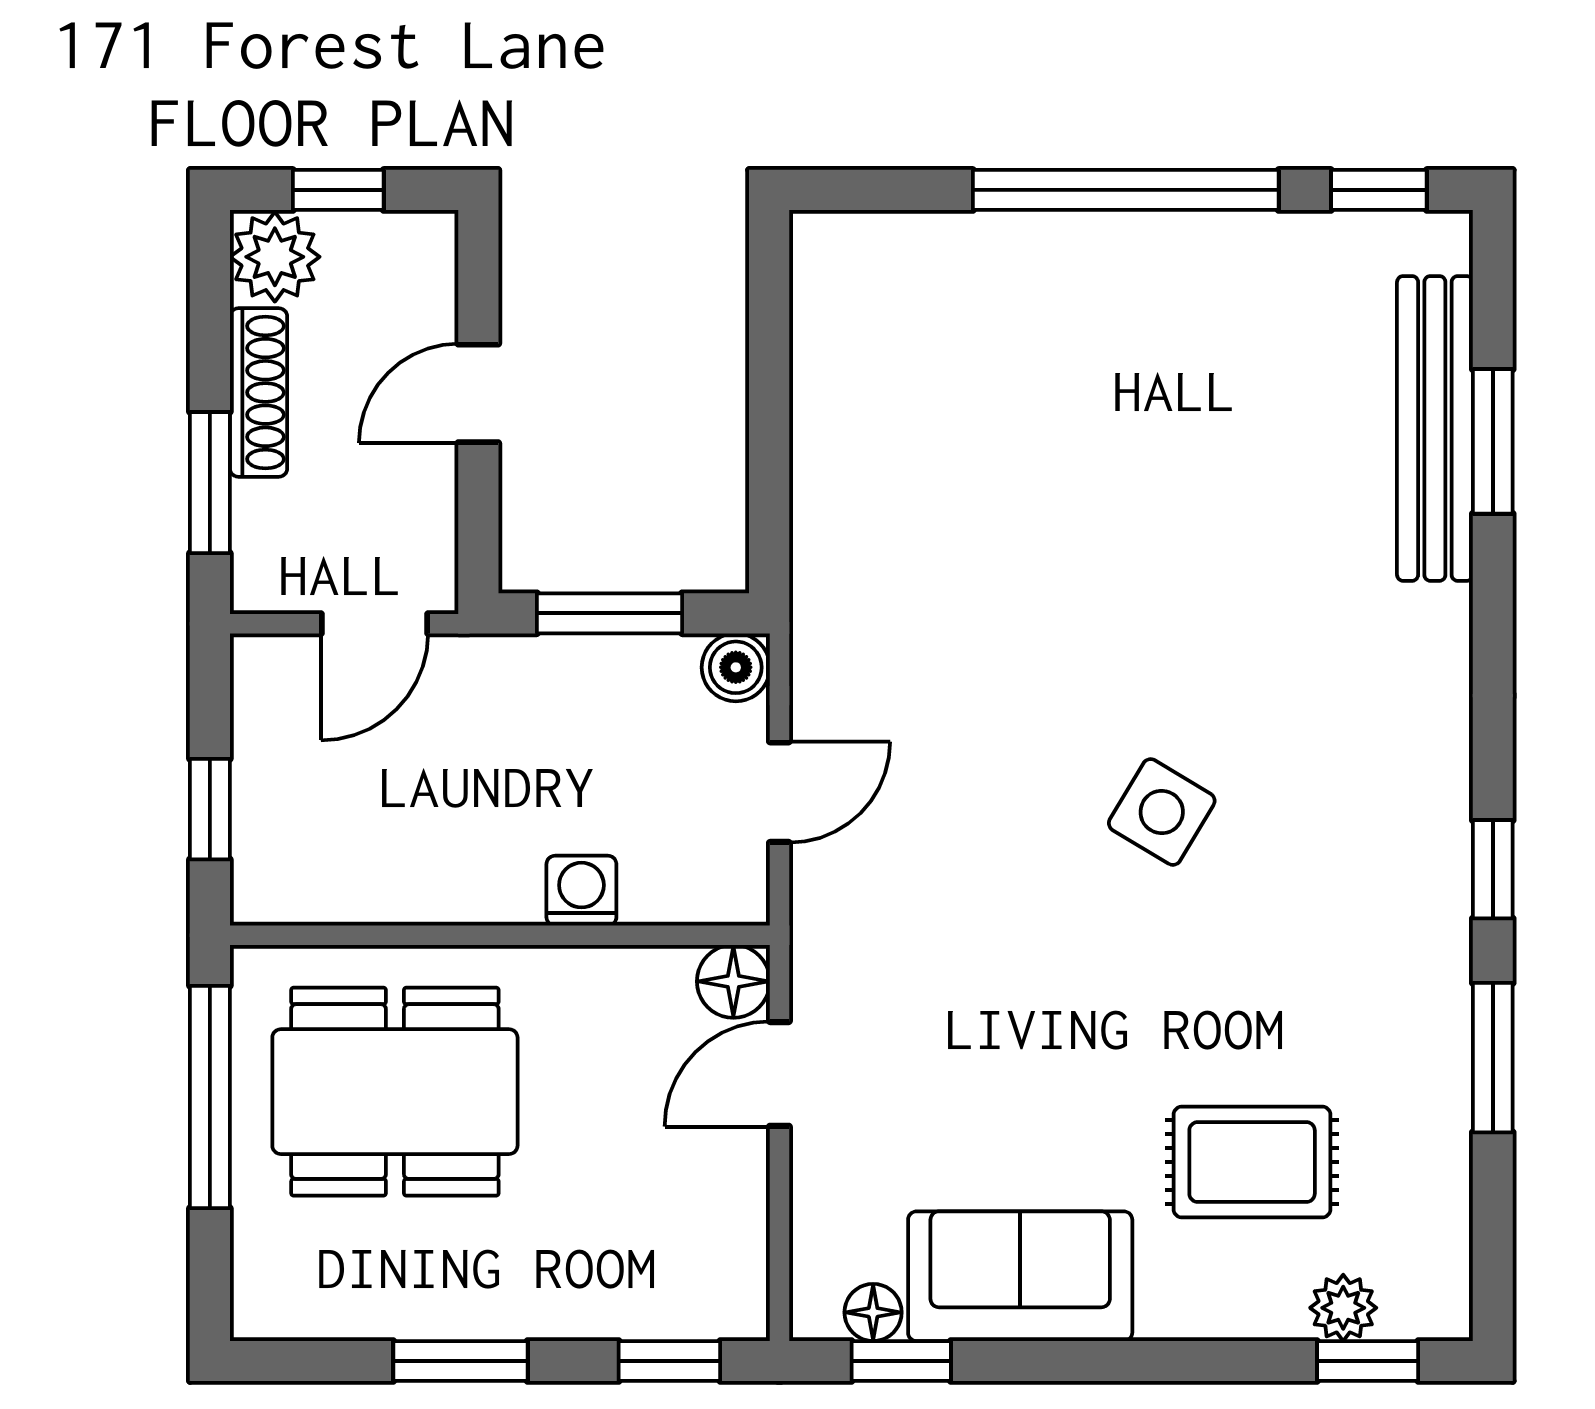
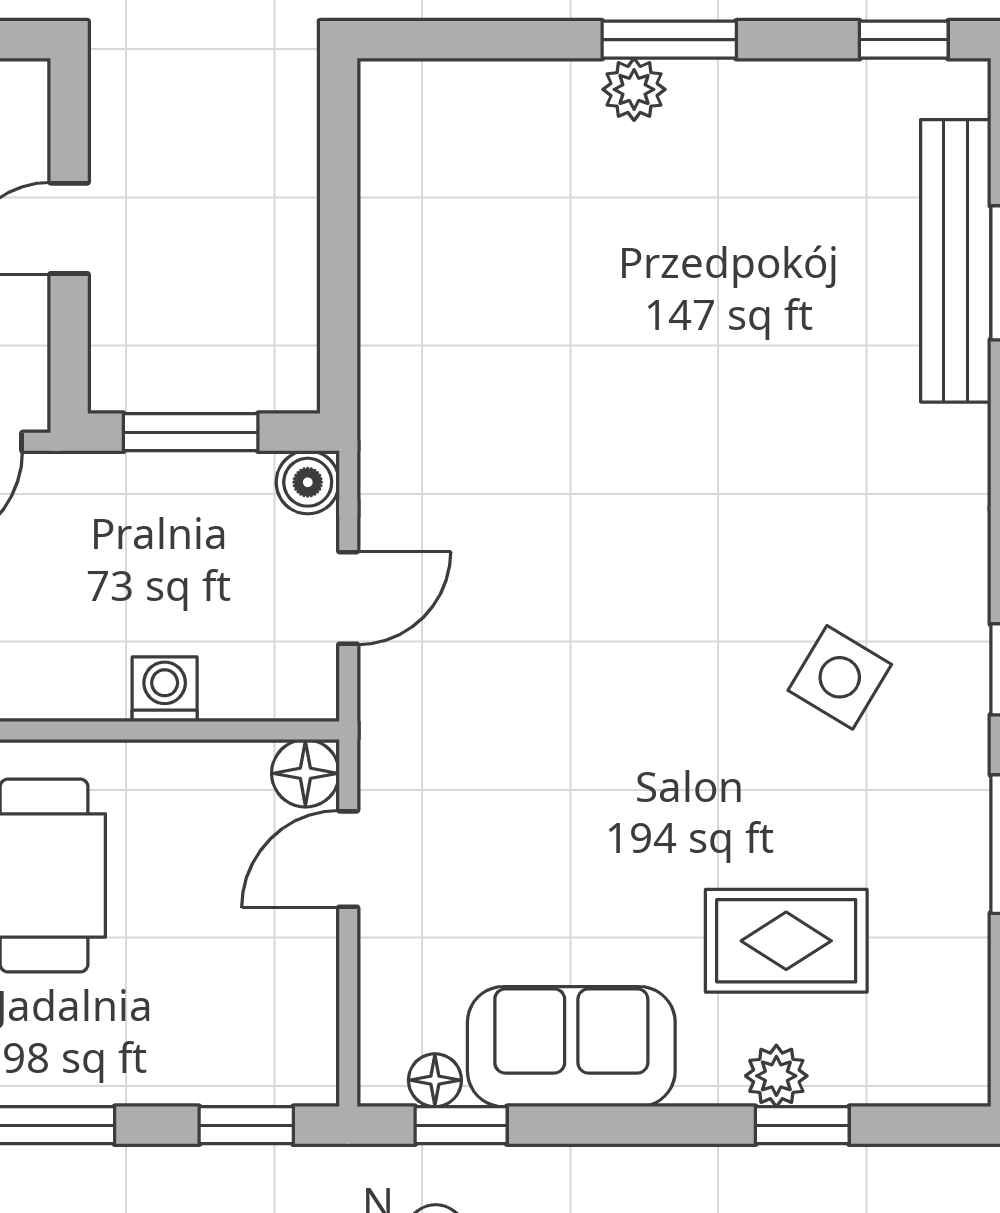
window: (1126, 190) -> (669, 40), width x0.47
plant: (1088, 244) -> (634, 89), added
side table: (1162, 812) -> (840, 677), moved
plant: (1343, 1308) -> (776, 1076), moved
window: (1368, 1361) -> (802, 1125), moved

